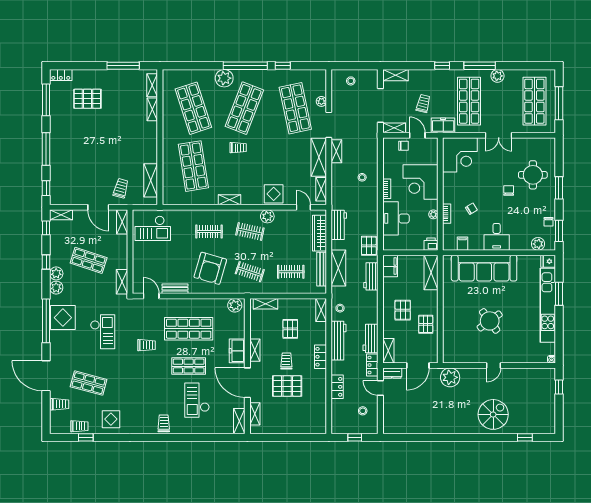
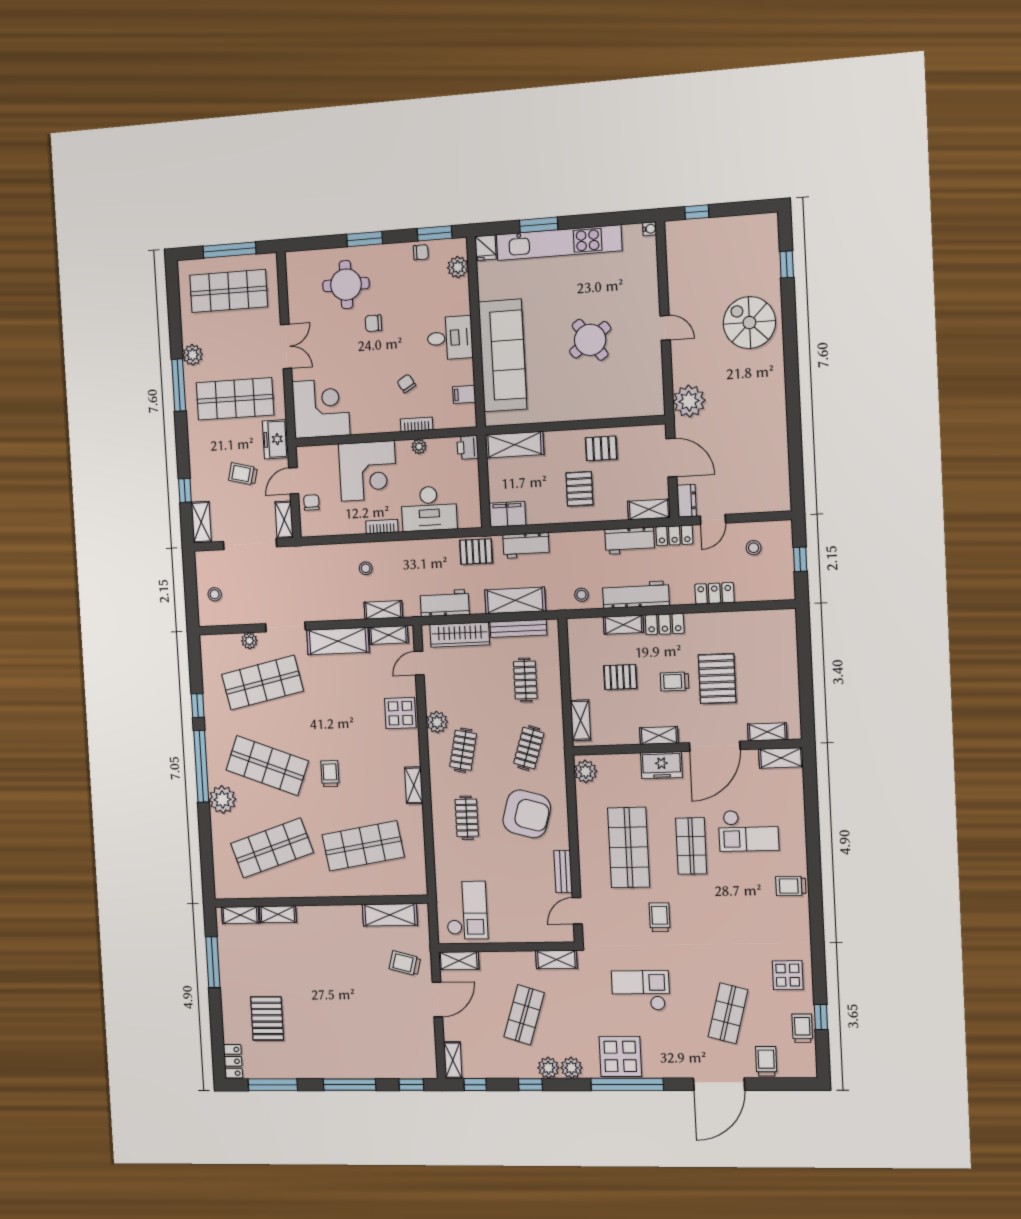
window: (442, 66) -> (185, 490), moved
shelving: (336, 151) -> (383, 610), moved
shelving: (321, 310) -> (623, 625), moved
pallet: (403, 310) -> (579, 489), turned 90

